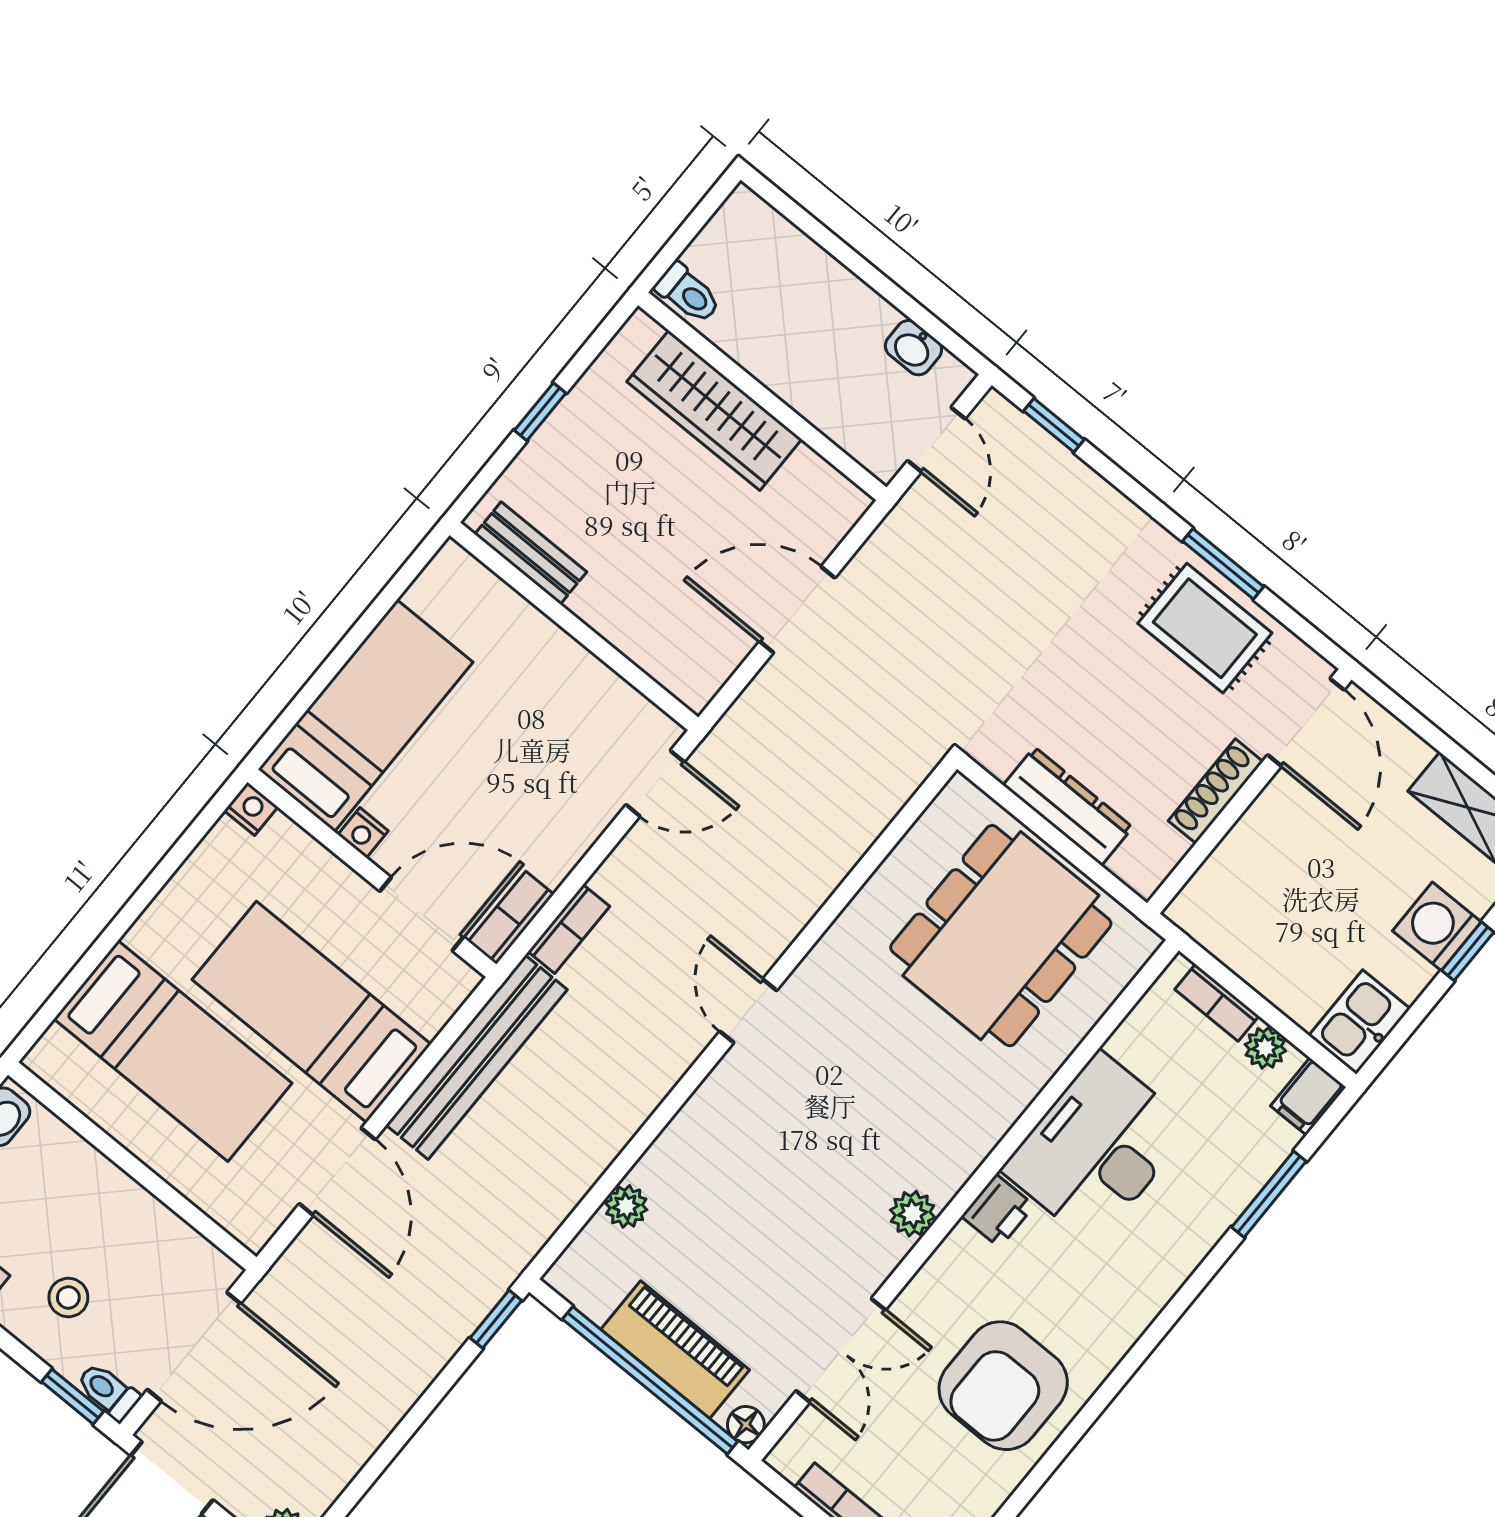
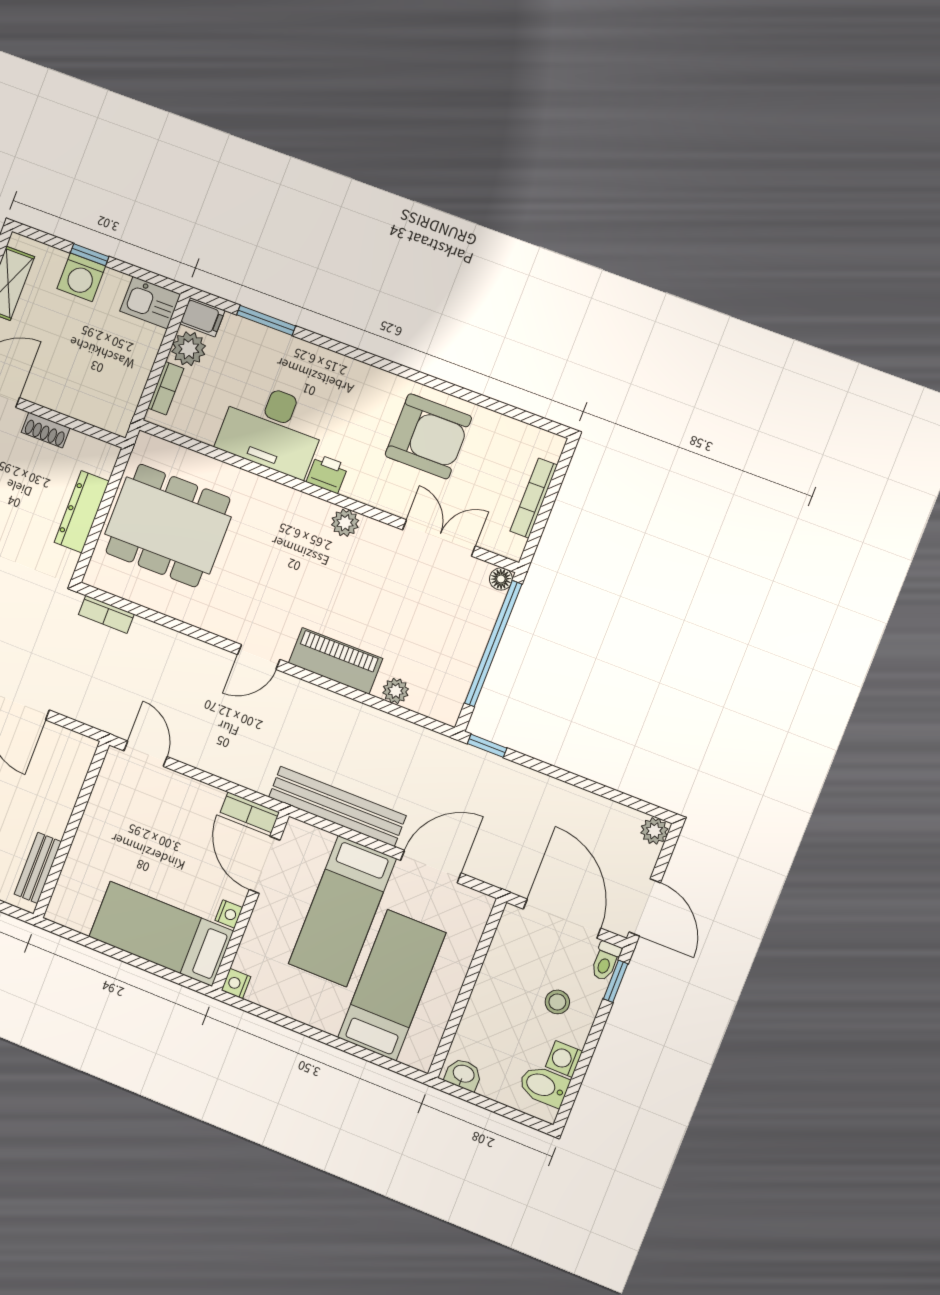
shoe rack: (1216, 791) -> (46, 430), width x0.70
bookcase: (569, 929) -> (106, 614), moved, turned 180
plant: (1265, 1048) -> (189, 349), width x1.38, depth x1.38
piano: (675, 1350) -> (335, 661), moved, turned 90

